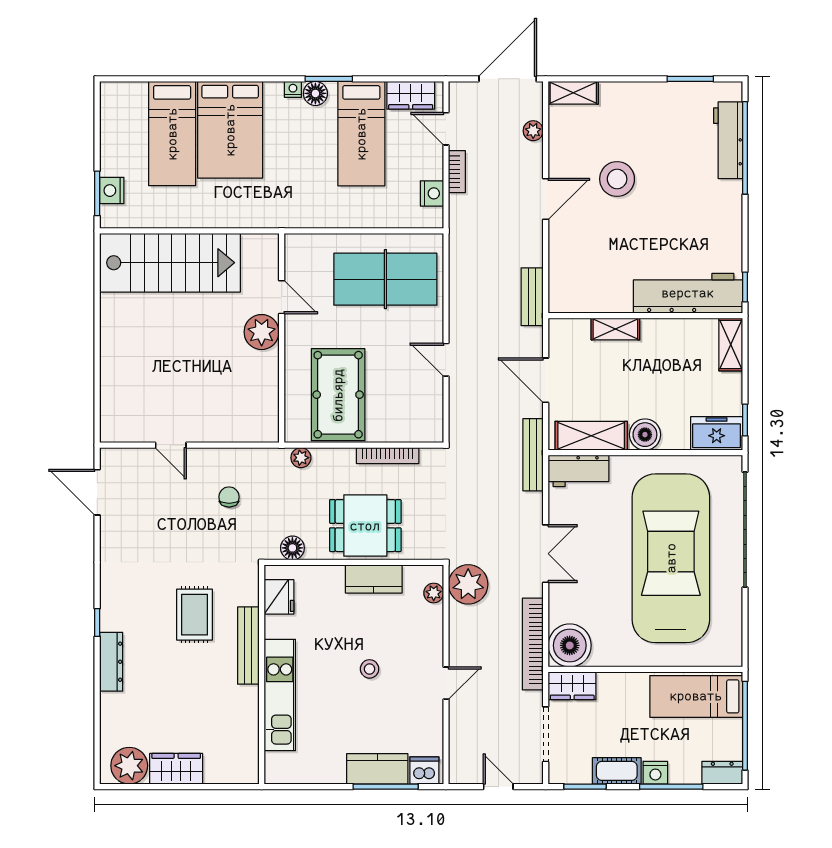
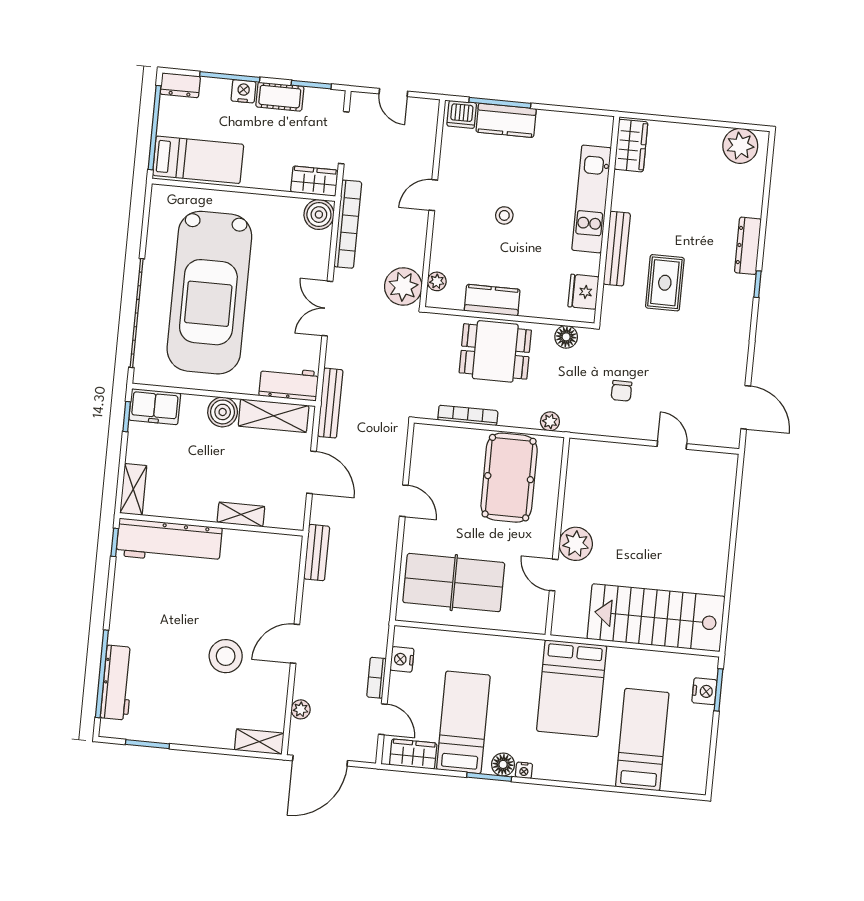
bed: (230, 130) -> (572, 688), moved, turned 180
boiler: (570, 645) -> (319, 215), width x0.73, depth x0.73
wardrobe: (176, 769) -> (631, 146), moved, turned -90

